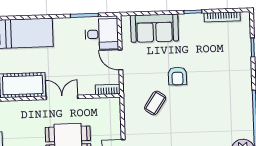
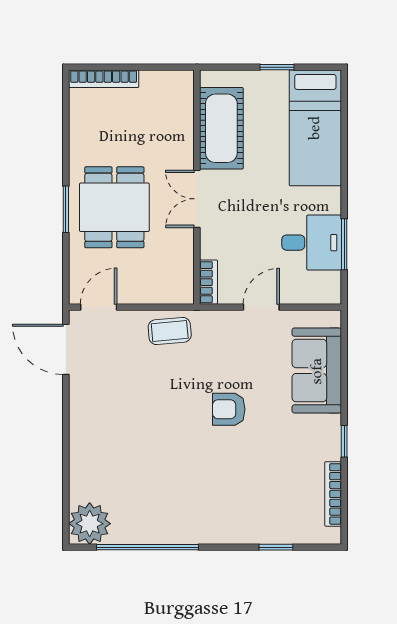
desk: (102, 34) -> (312, 243), moved, turned -90
double door: (62, 97) -> (197, 199), swing flipped
coffee table: (155, 103) -> (170, 331), moved, turned -39

